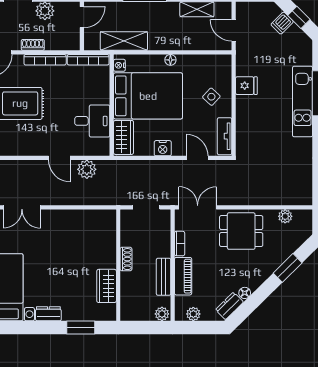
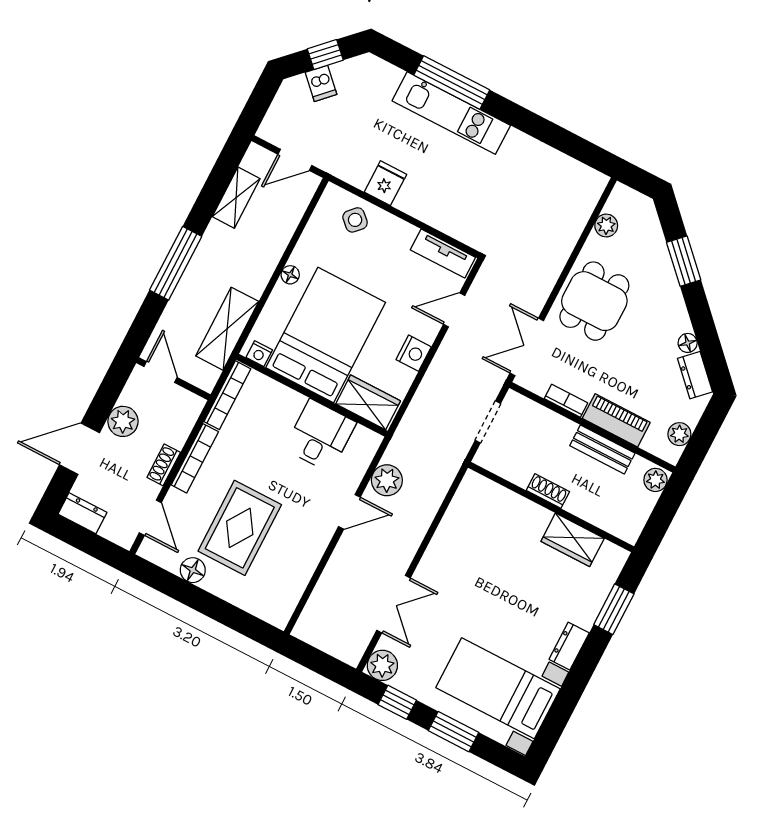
side table: (211, 97) -> (355, 220), moved

